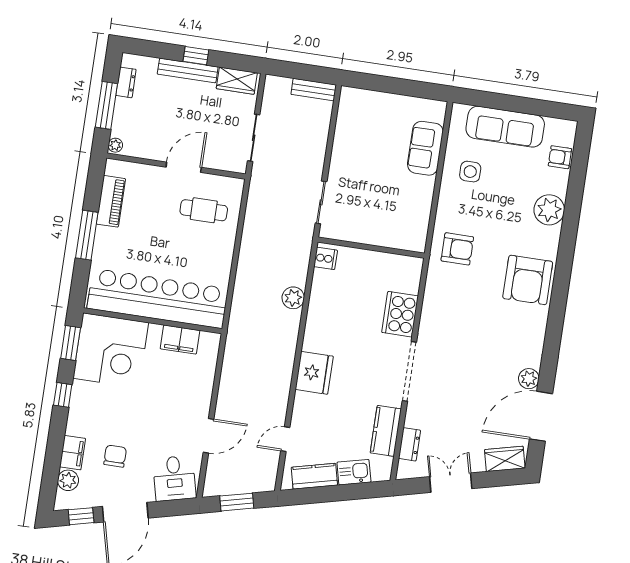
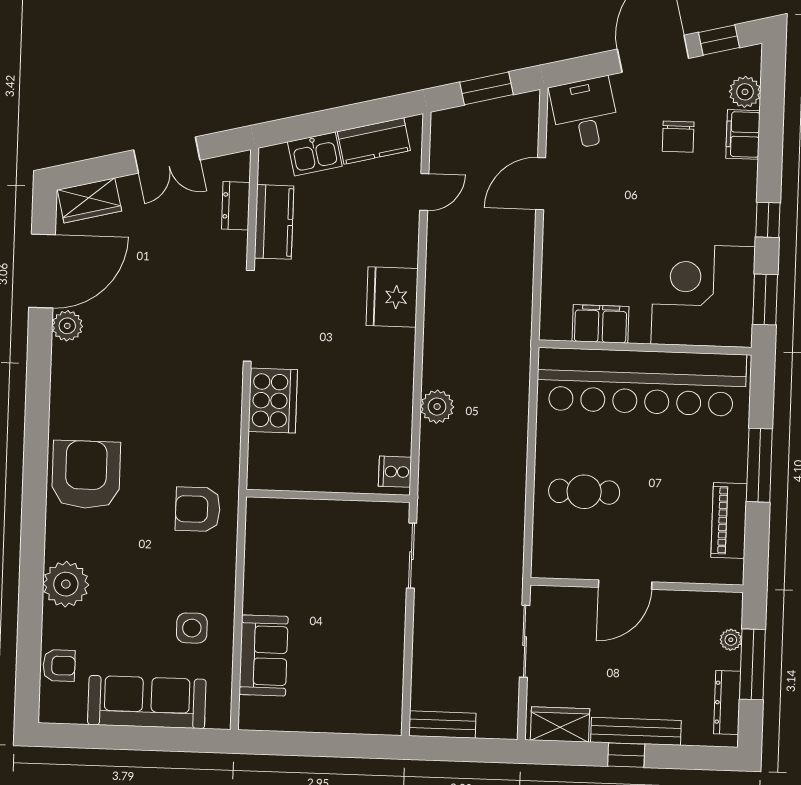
dresser: (126, 82) -> (727, 703), width x1.44
plant: (115, 145) -> (731, 640), moved
cafe table: (204, 210) -> (584, 492), moved

